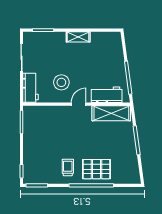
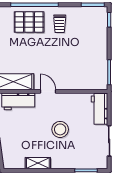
shelving: (78, 37) -> (38, 163), moved
stool: (61, 82) -> (60, 129), moved
door: (79, 104) -> (48, 91), swing flipped

